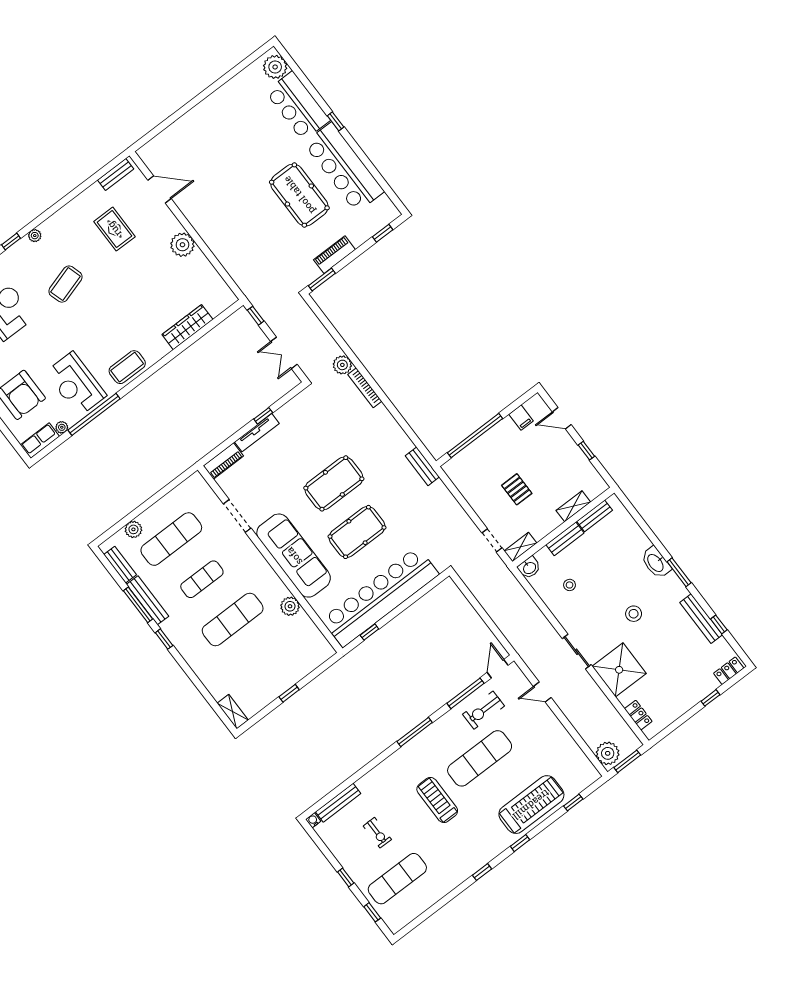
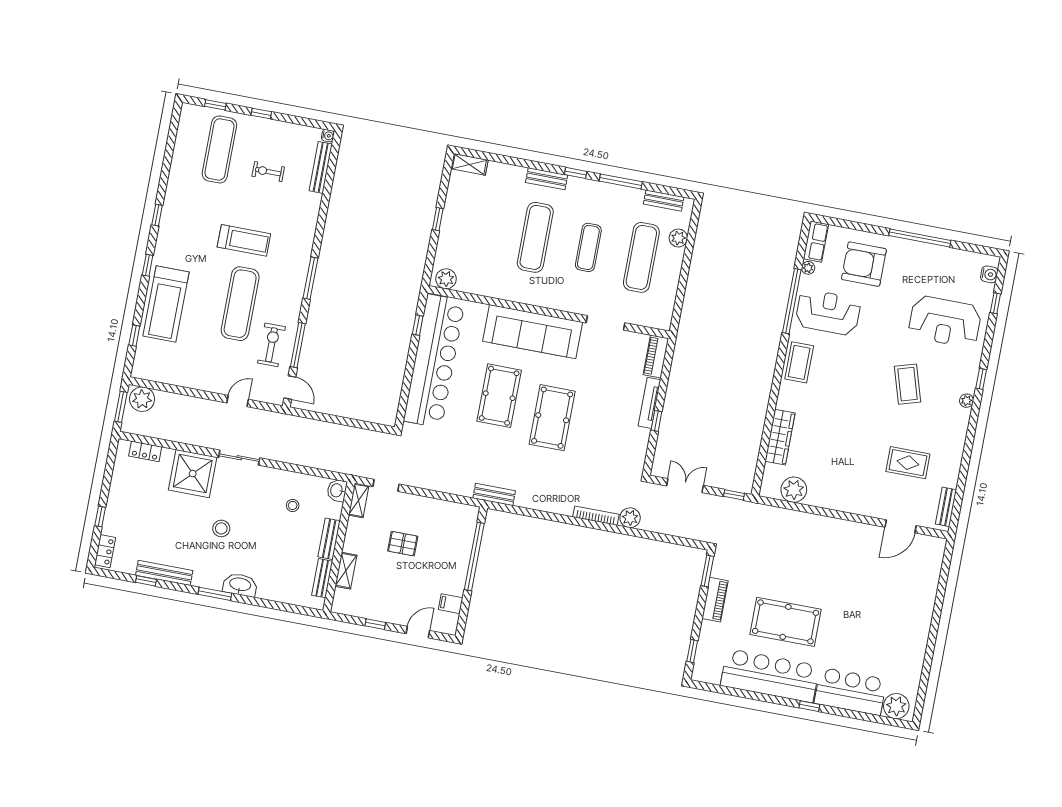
plant: (182, 245) -> (794, 490), moved
bench: (148, 600) -> (547, 179), moved, width x0.73
plant: (290, 606) -> (446, 279), moved

